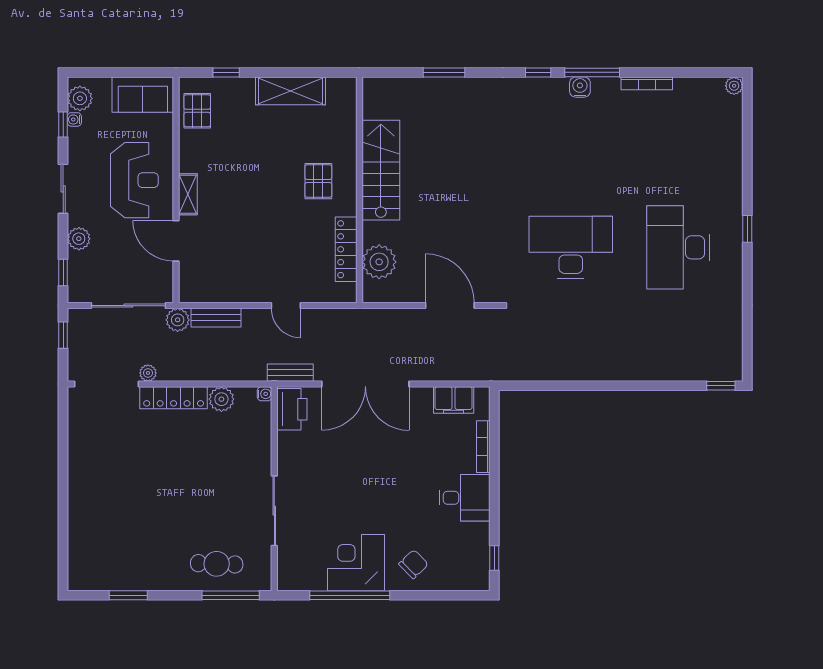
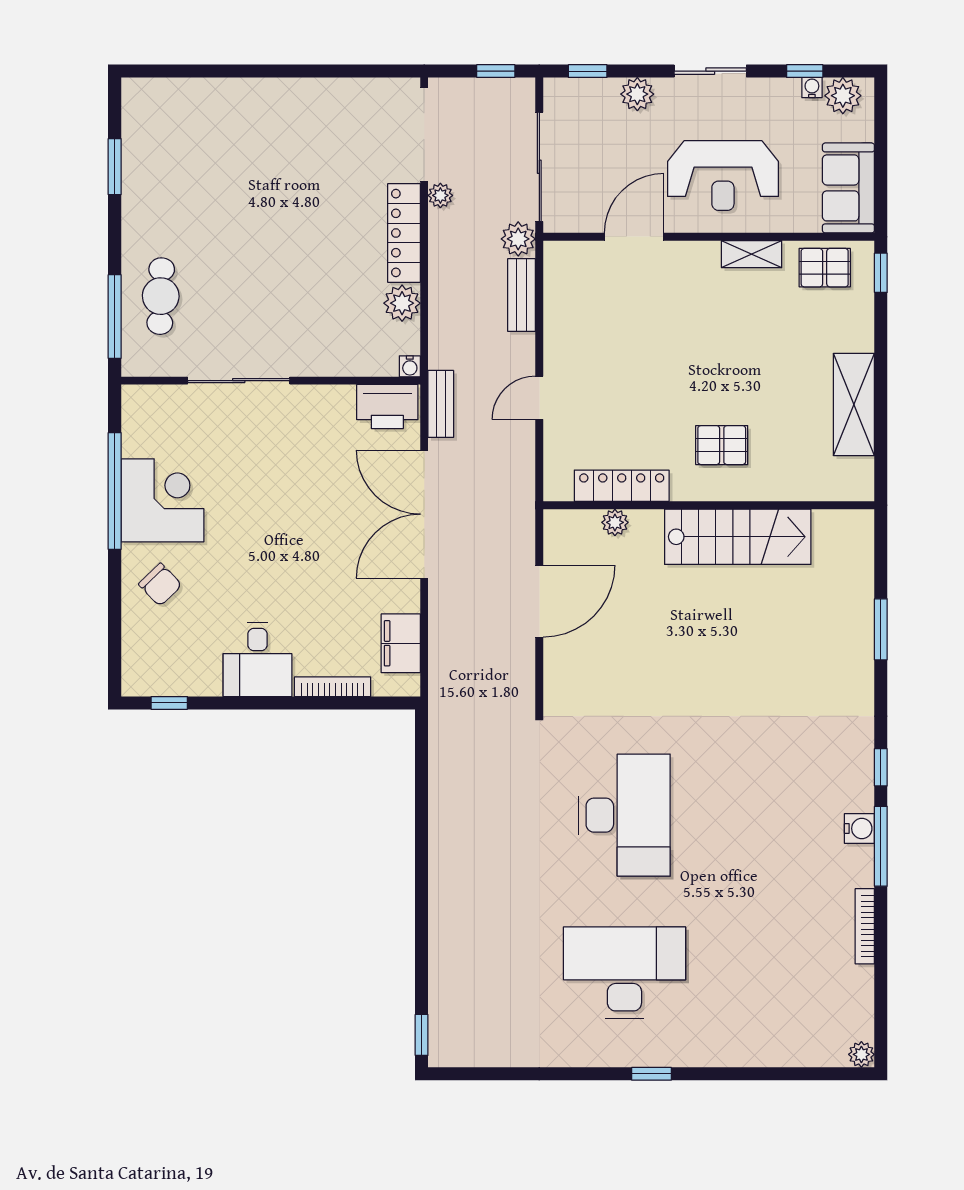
window: (226, 72) -> (881, 273), moved
shelving: (188, 194) -> (752, 254), moved
plant: (379, 262) -> (615, 522), width x0.53, depth x0.53
door: (450, 306) -> (539, 601), moved

